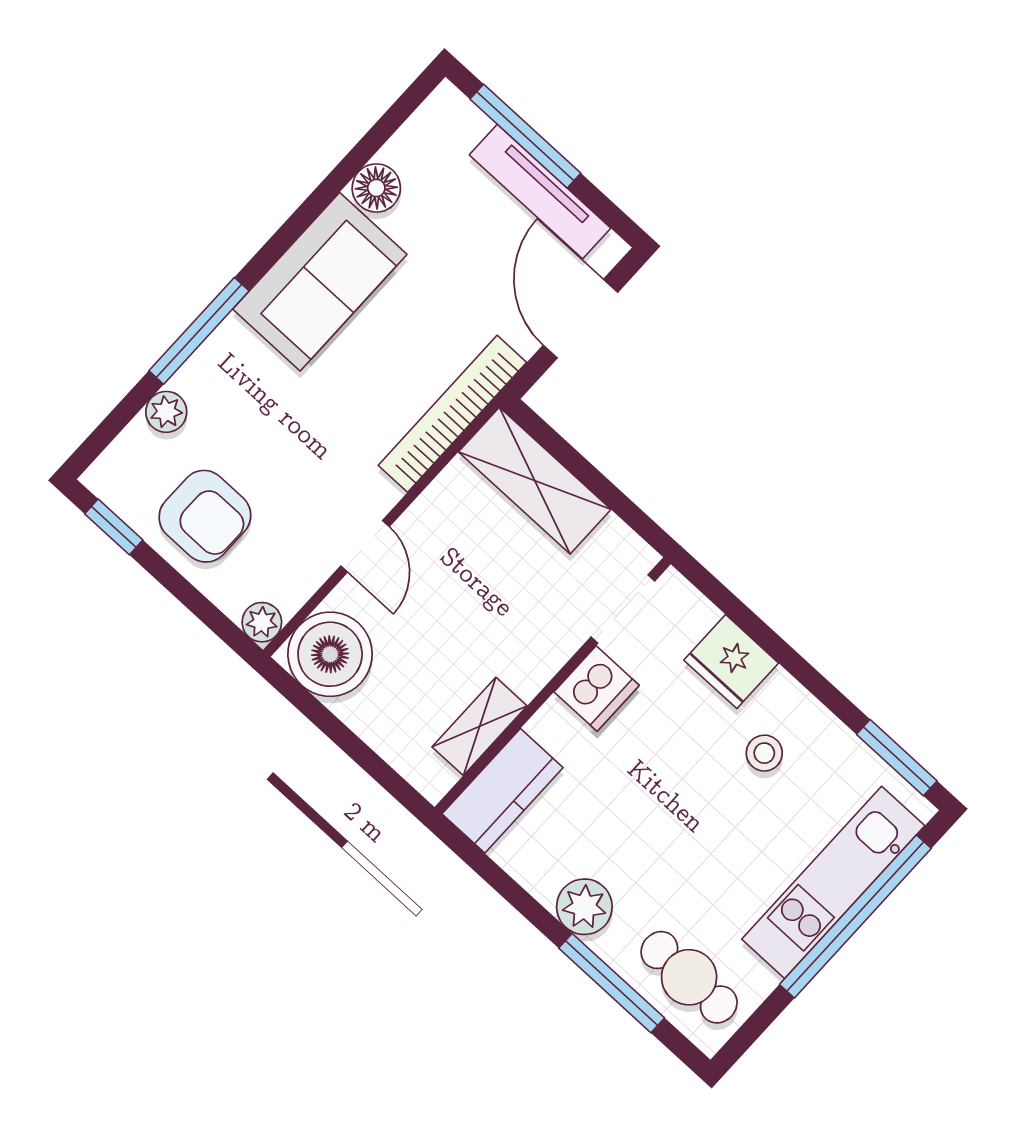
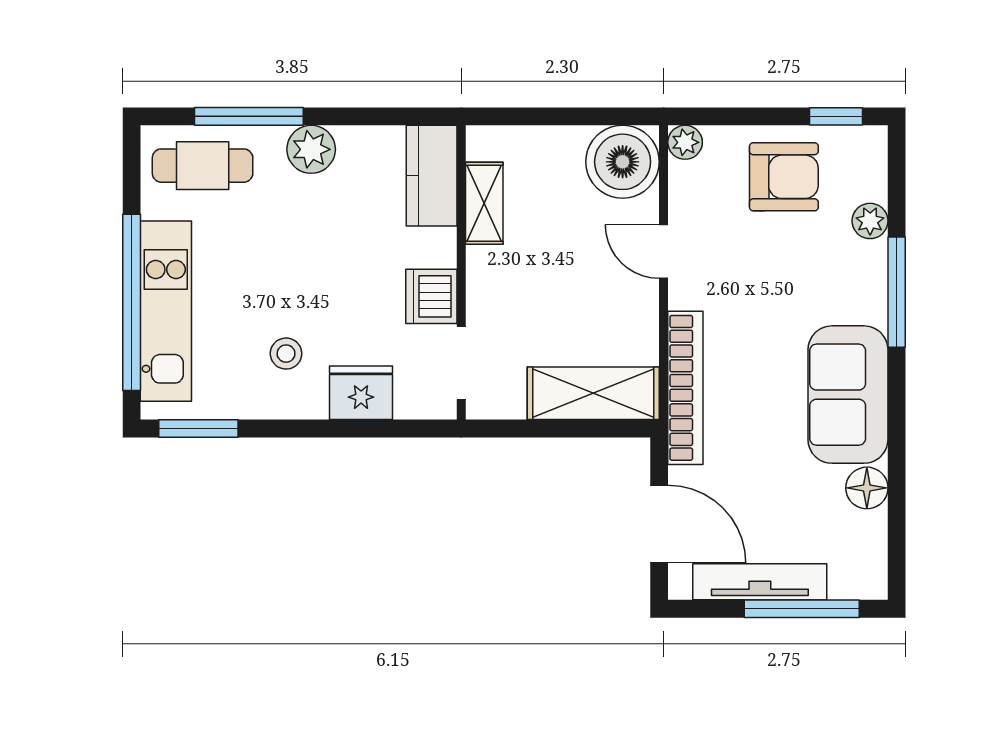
armchair: (205, 516) -> (784, 177), turned 180

